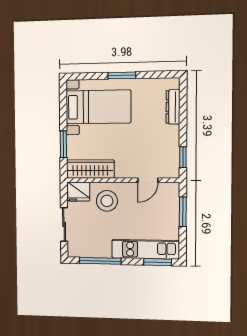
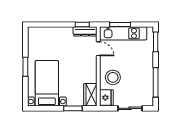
dresser: (173, 107) -> (85, 31), moved
wardrobe: (90, 169) -> (90, 95), width x0.67
kitchen unit: (145, 249) -> (123, 33), moved, turned -90

